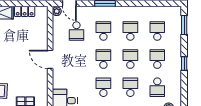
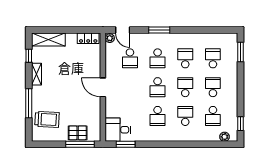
locker: (25, 11) -> (88, 38), moved
school desk: (103, 31) -> (158, 58), turned 180
school desk: (103, 59) -> (158, 87), turned 180
window: (184, 63) -> (240, 124), moved
school desk: (103, 87) -> (158, 116), turned 180

